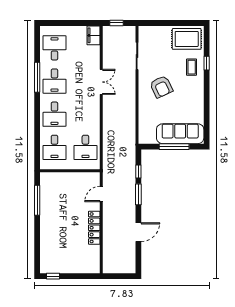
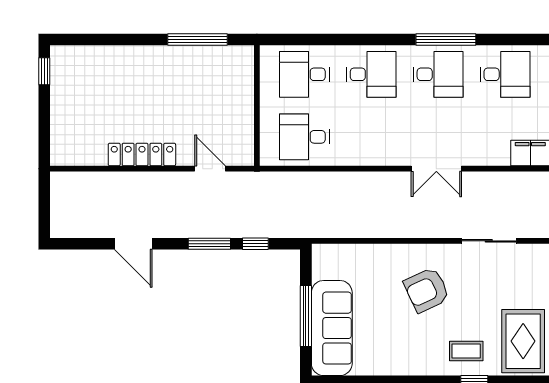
desk: (54, 81) -> (438, 74), turned 180
desk: (54, 114) -> (371, 74), turned 180

